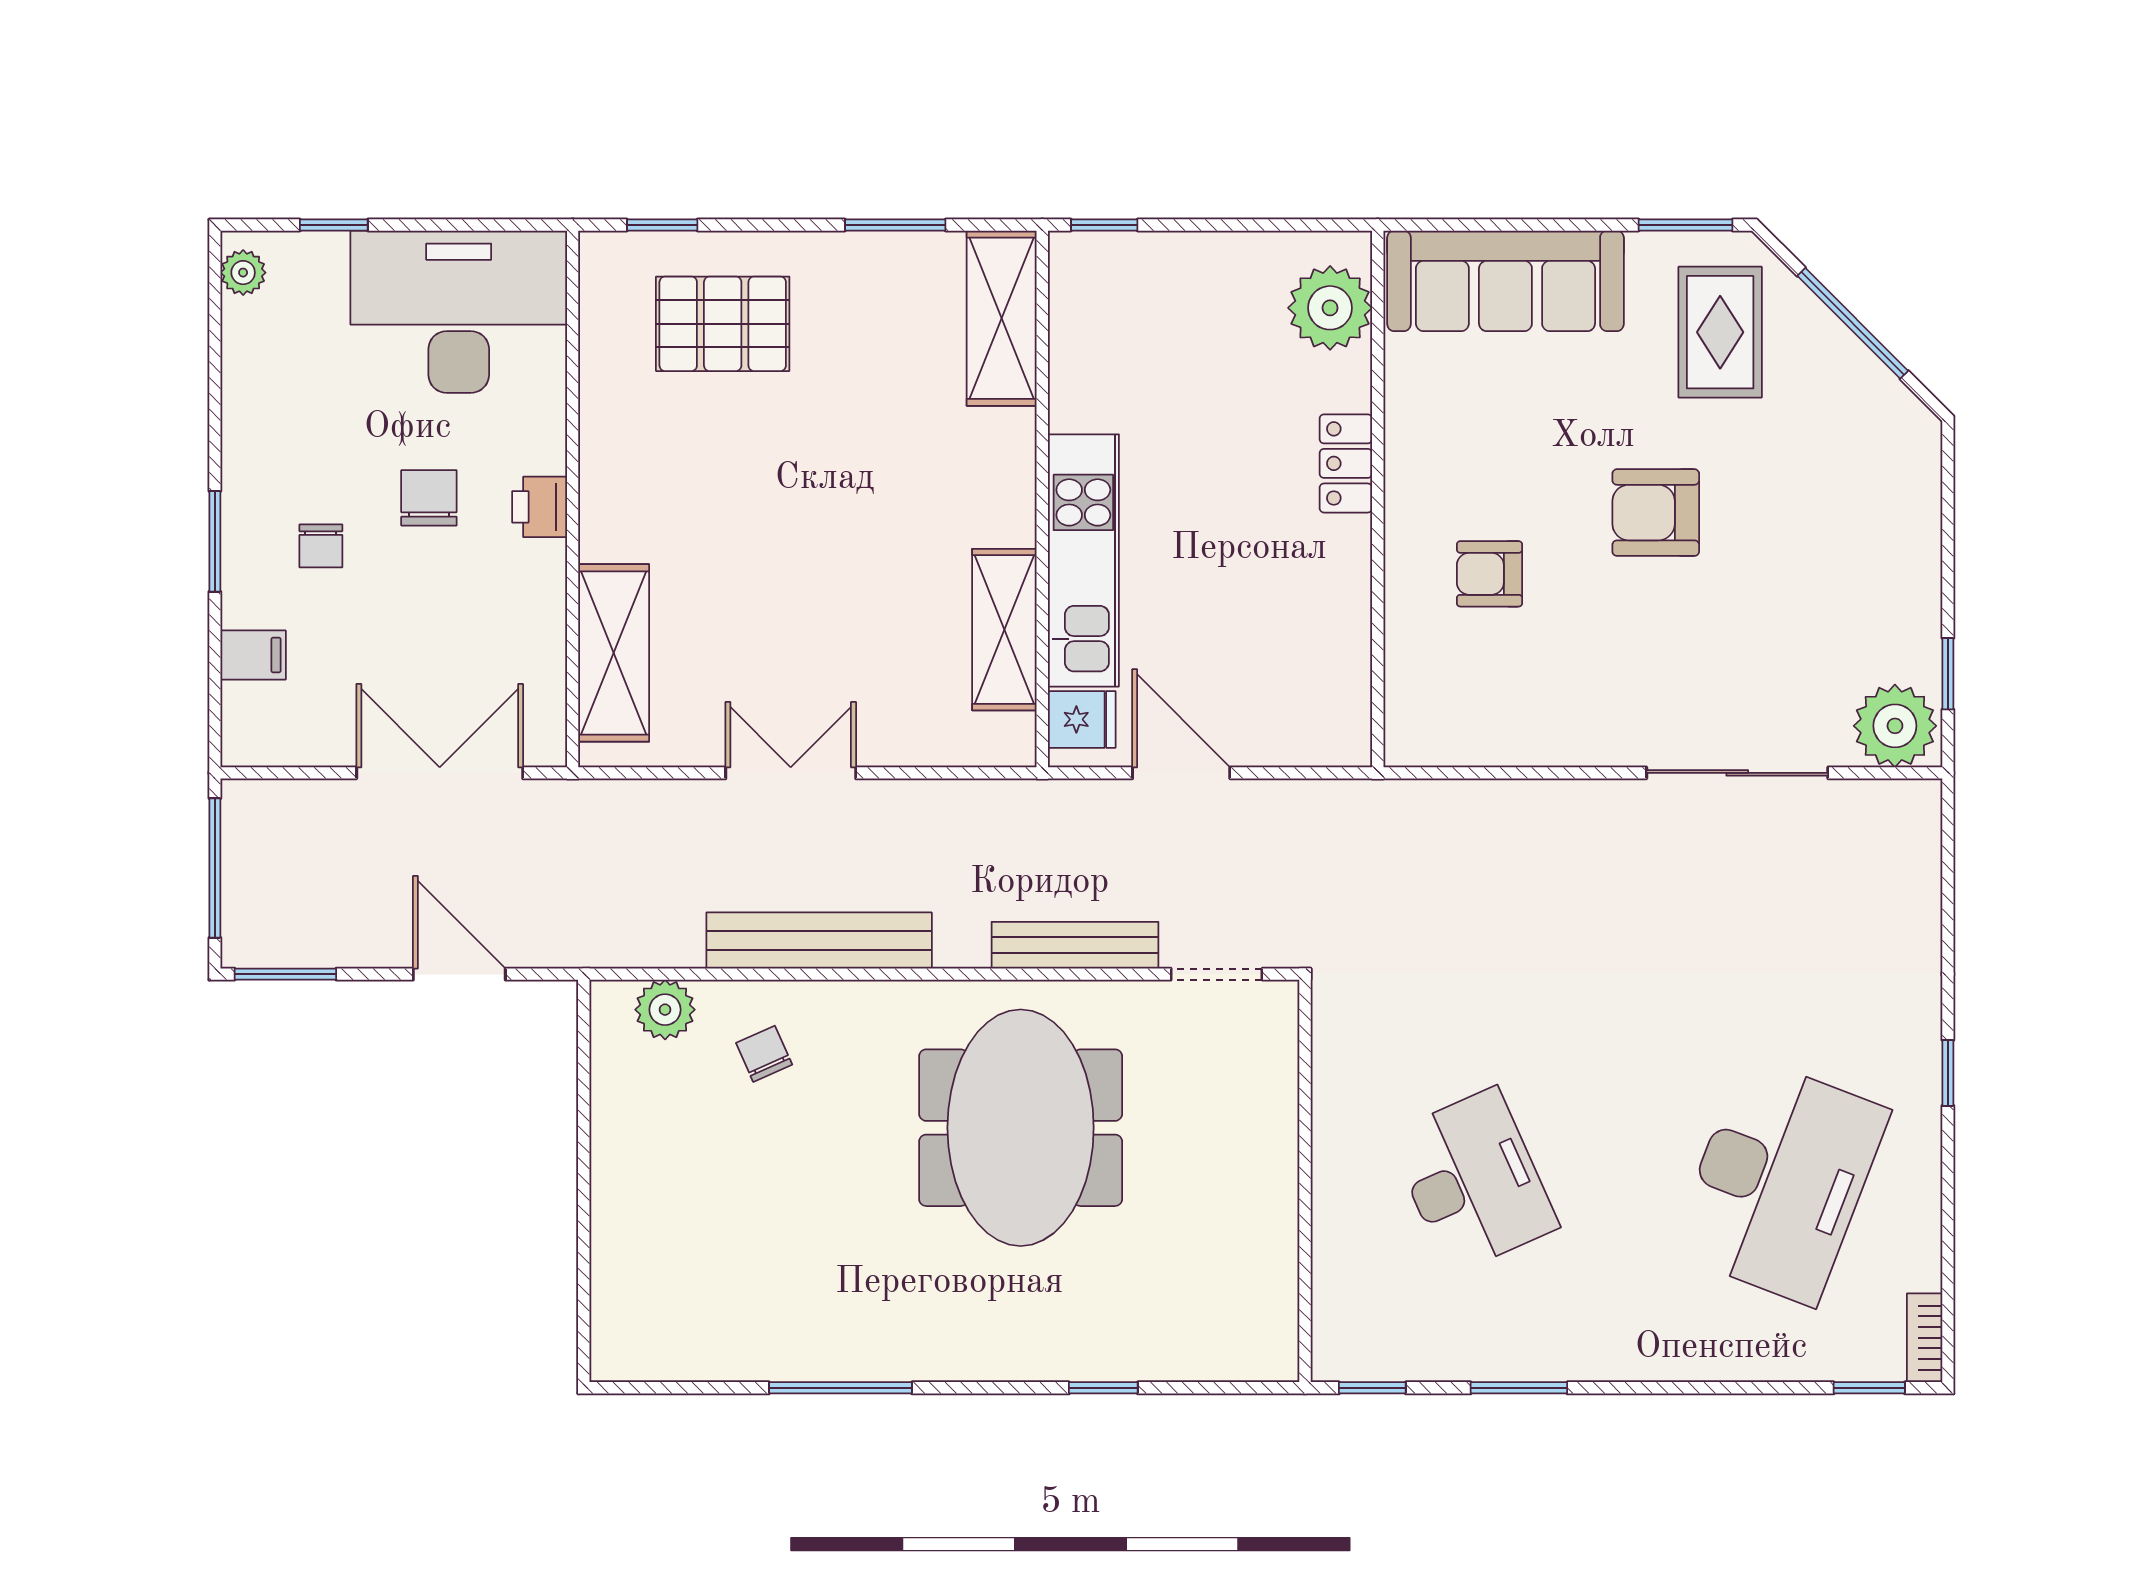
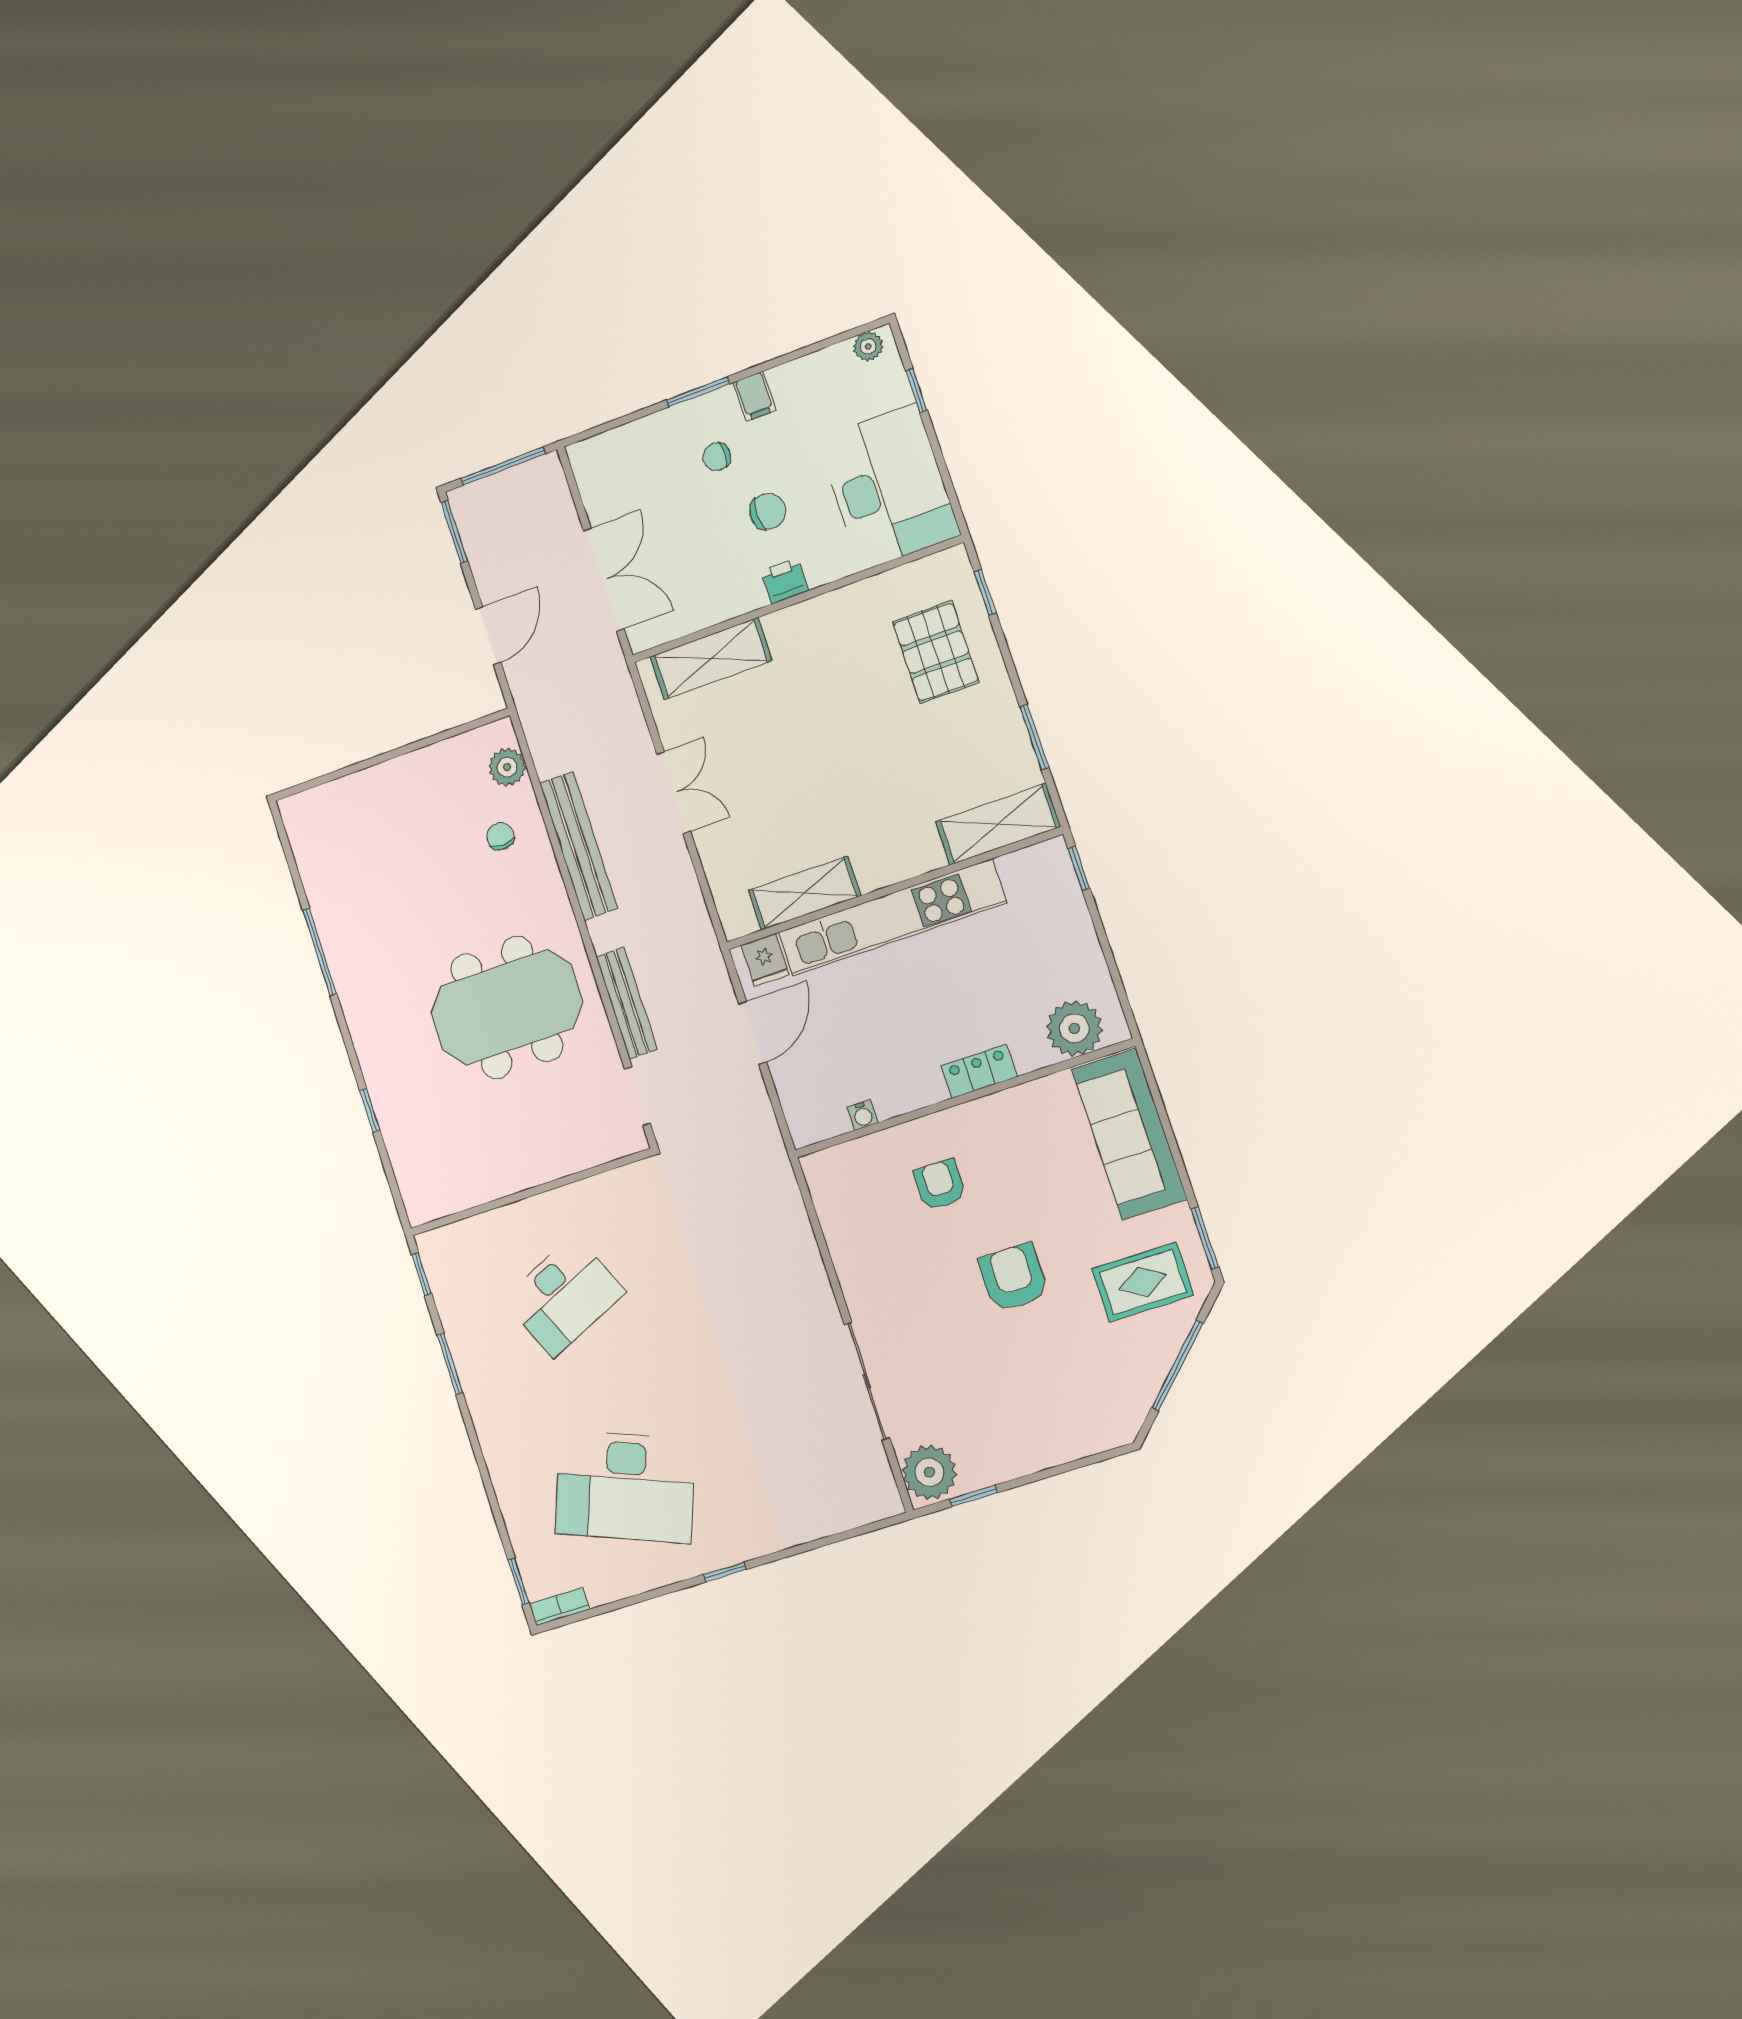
kitchen unit: (1083, 560) -> (892, 918), width x1.36
water cooler: (1353, 652) -> (863, 1115), added
filing cabinet: (253, 655) -> (755, 396), moved
chair: (764, 1054) -> (500, 836), turned -66

